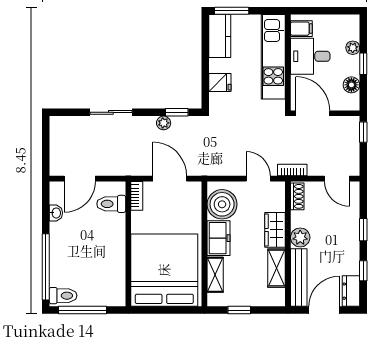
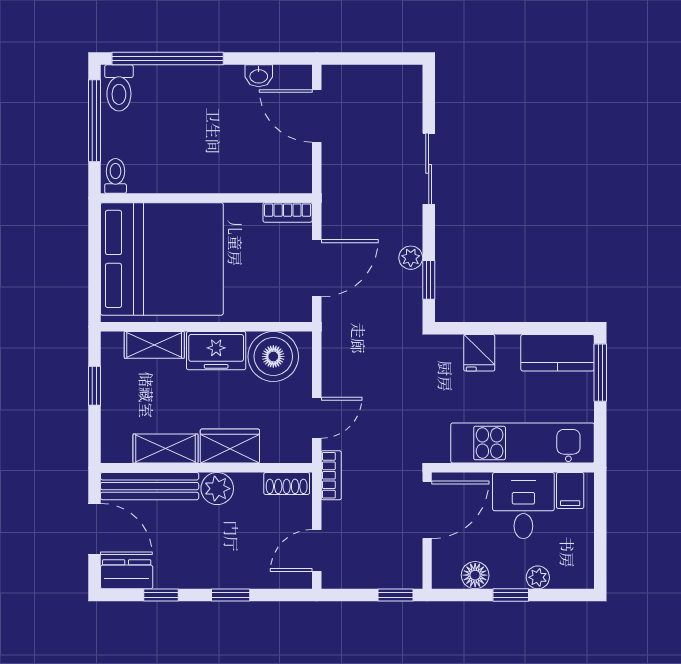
toilet: (111, 204) -> (116, 176), moved, width x0.73, depth x0.72

